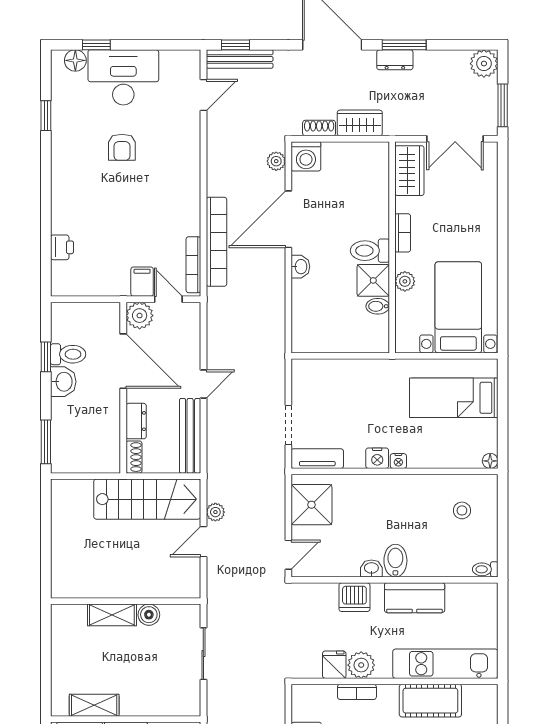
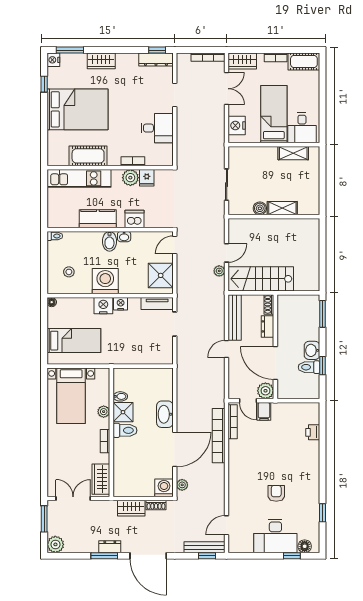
washbasin: (300, 267) -> (165, 414), width x1.91, depth x1.45
nightstand: (398, 461) -> (103, 306), width x1.89, depth x1.79
washing machine: (402, 495) -> (105, 281), added

